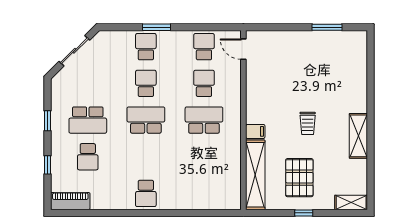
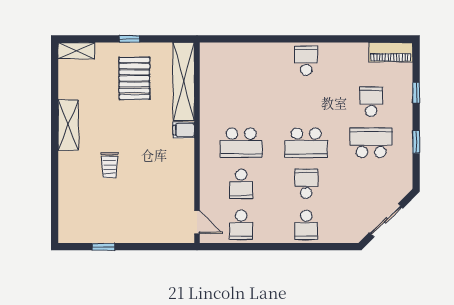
window: (156, 27) -> (294, 247), removed
window: (327, 27) -> (103, 247), width x0.67
school desk: (146, 83) -> (306, 184), turned 180
trolley: (308, 123) -> (110, 165), moved, turned 180

